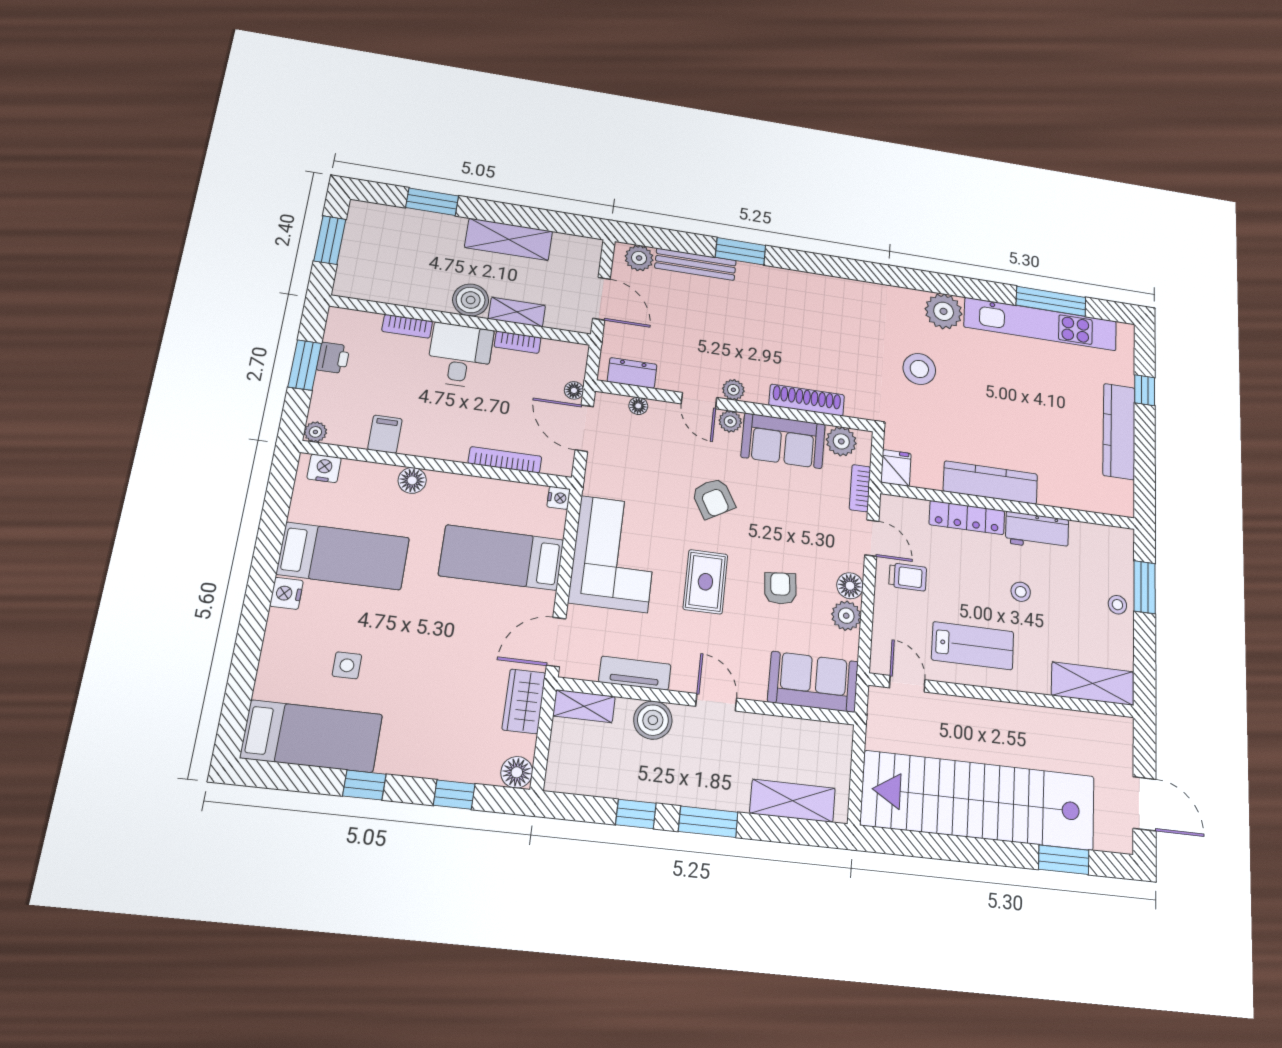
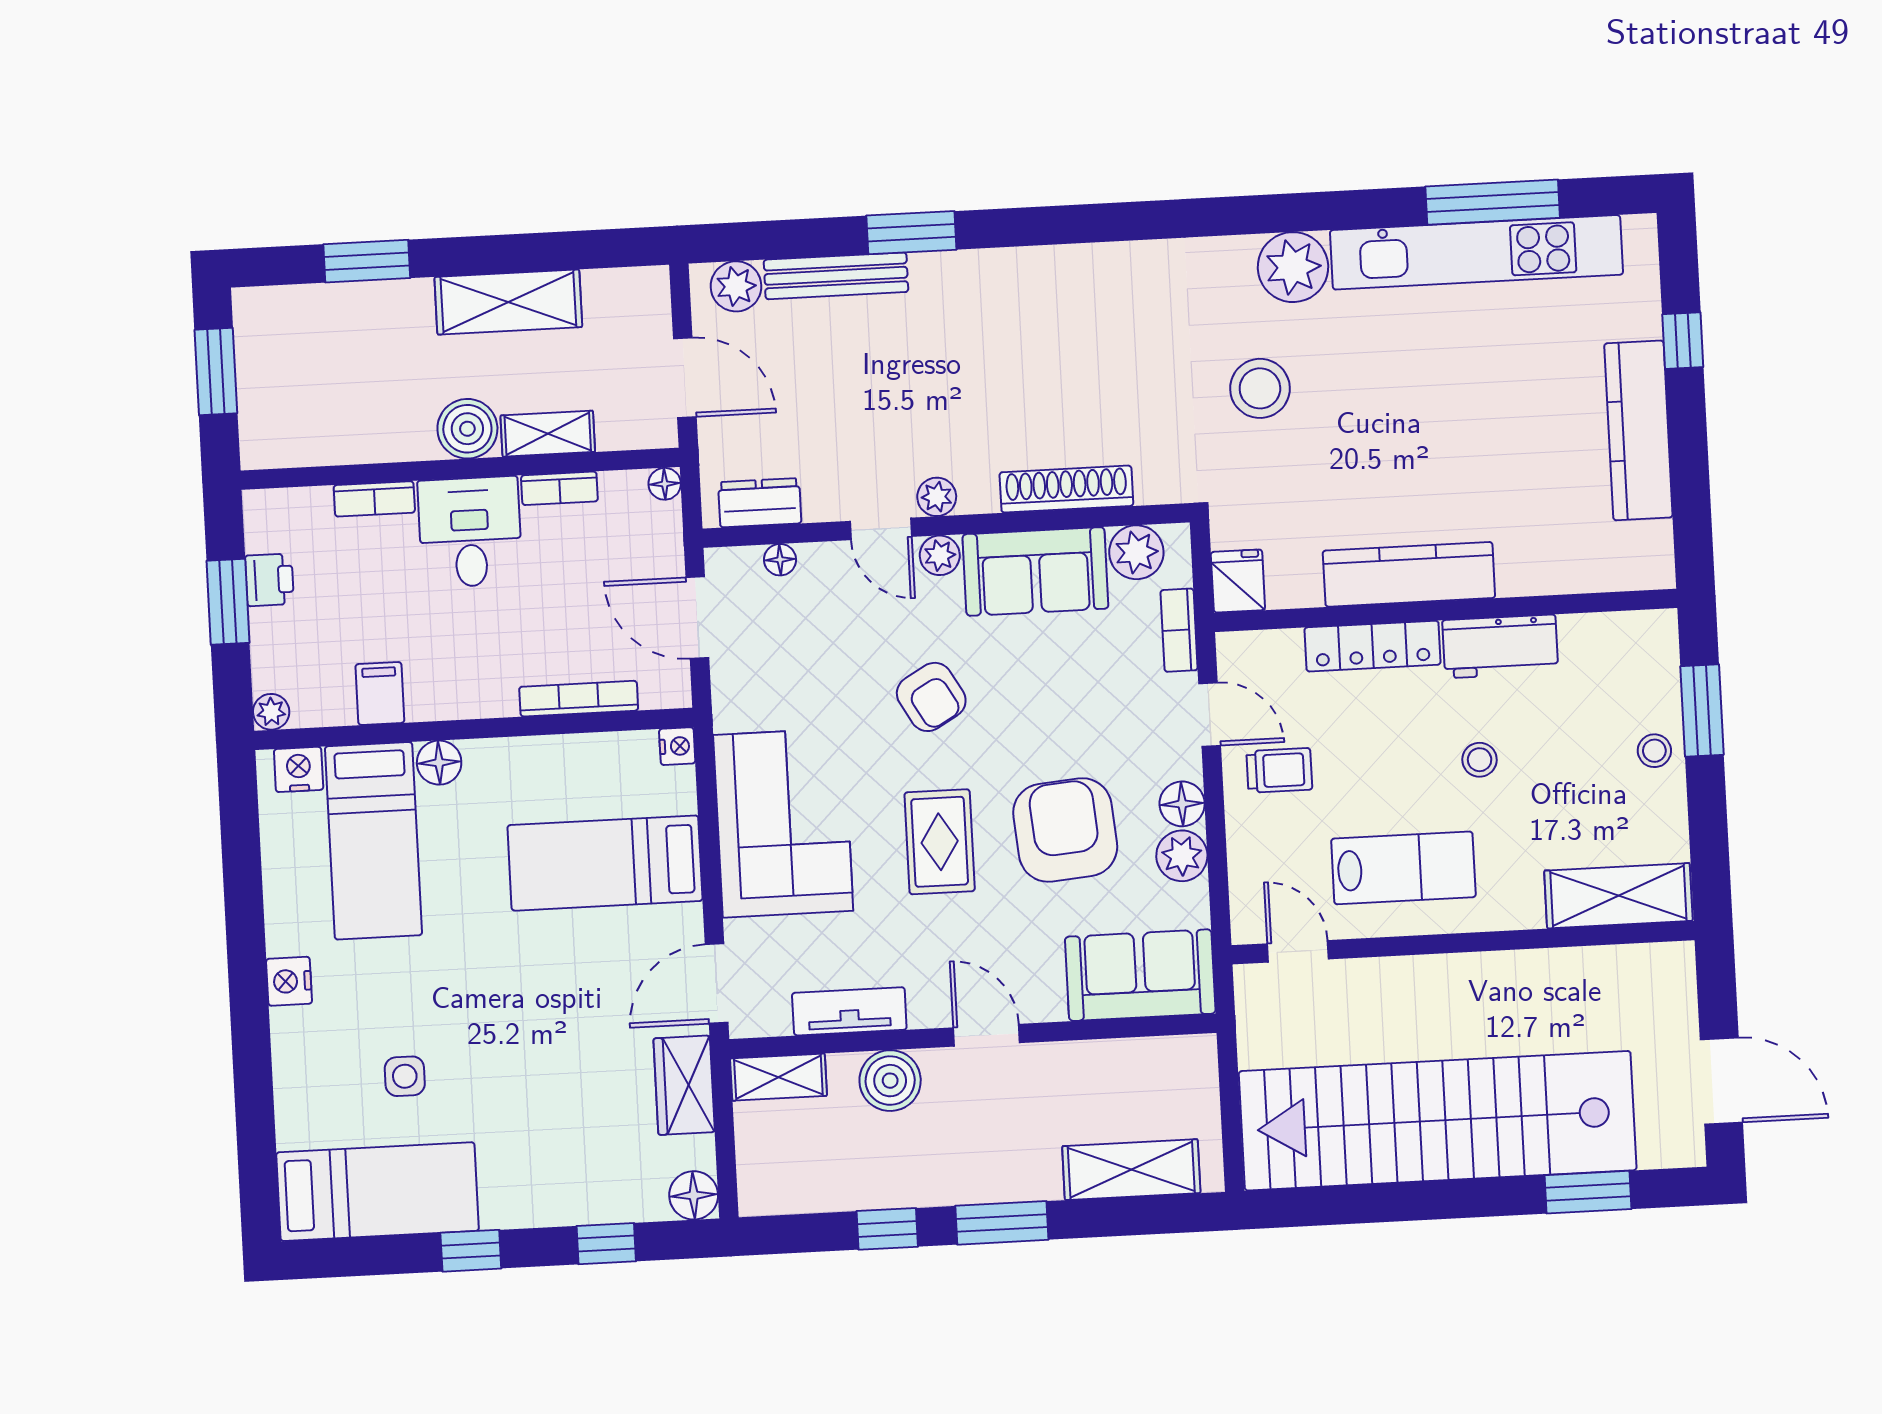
floor lamp: (574, 390) -> (665, 484), moved
bed: (343, 556) -> (373, 841), moved, turned 90
armchair: (780, 588) -> (1065, 830), width x1.88, depth x1.88

